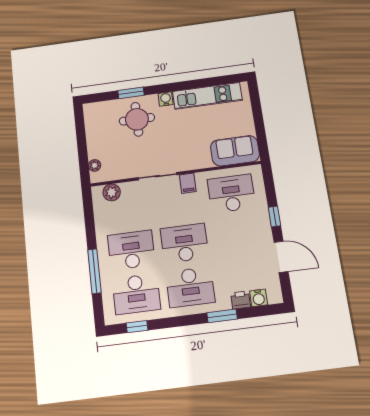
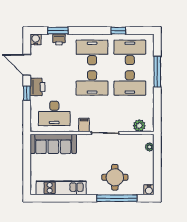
window: (131, 93) -> (117, 198), width x2.11
water cooler: (166, 99) -> (149, 190), moved
sofa: (235, 151) -> (53, 144), width x1.36
printer: (261, 227) -> (38, 87), added
water cooler: (259, 298) -> (36, 39), moved
window: (222, 316) -> (58, 31), moved
window: (137, 327) -> (118, 31), moved

